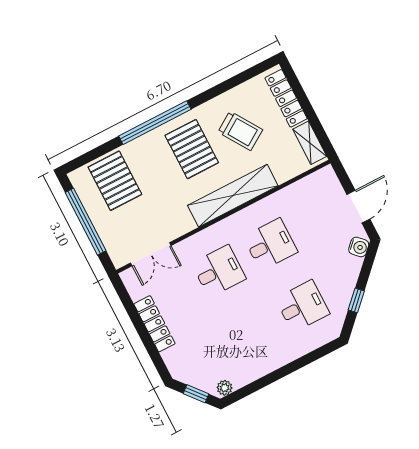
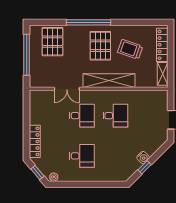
trolley: (240, 131) -> (130, 49), turned 142
water cooler: (359, 247) -> (143, 157), moved
double door: (151, 254) -> (67, 89), moved
desk: (302, 306) -> (82, 156), moved
locker: (154, 324) -> (35, 141), moved

